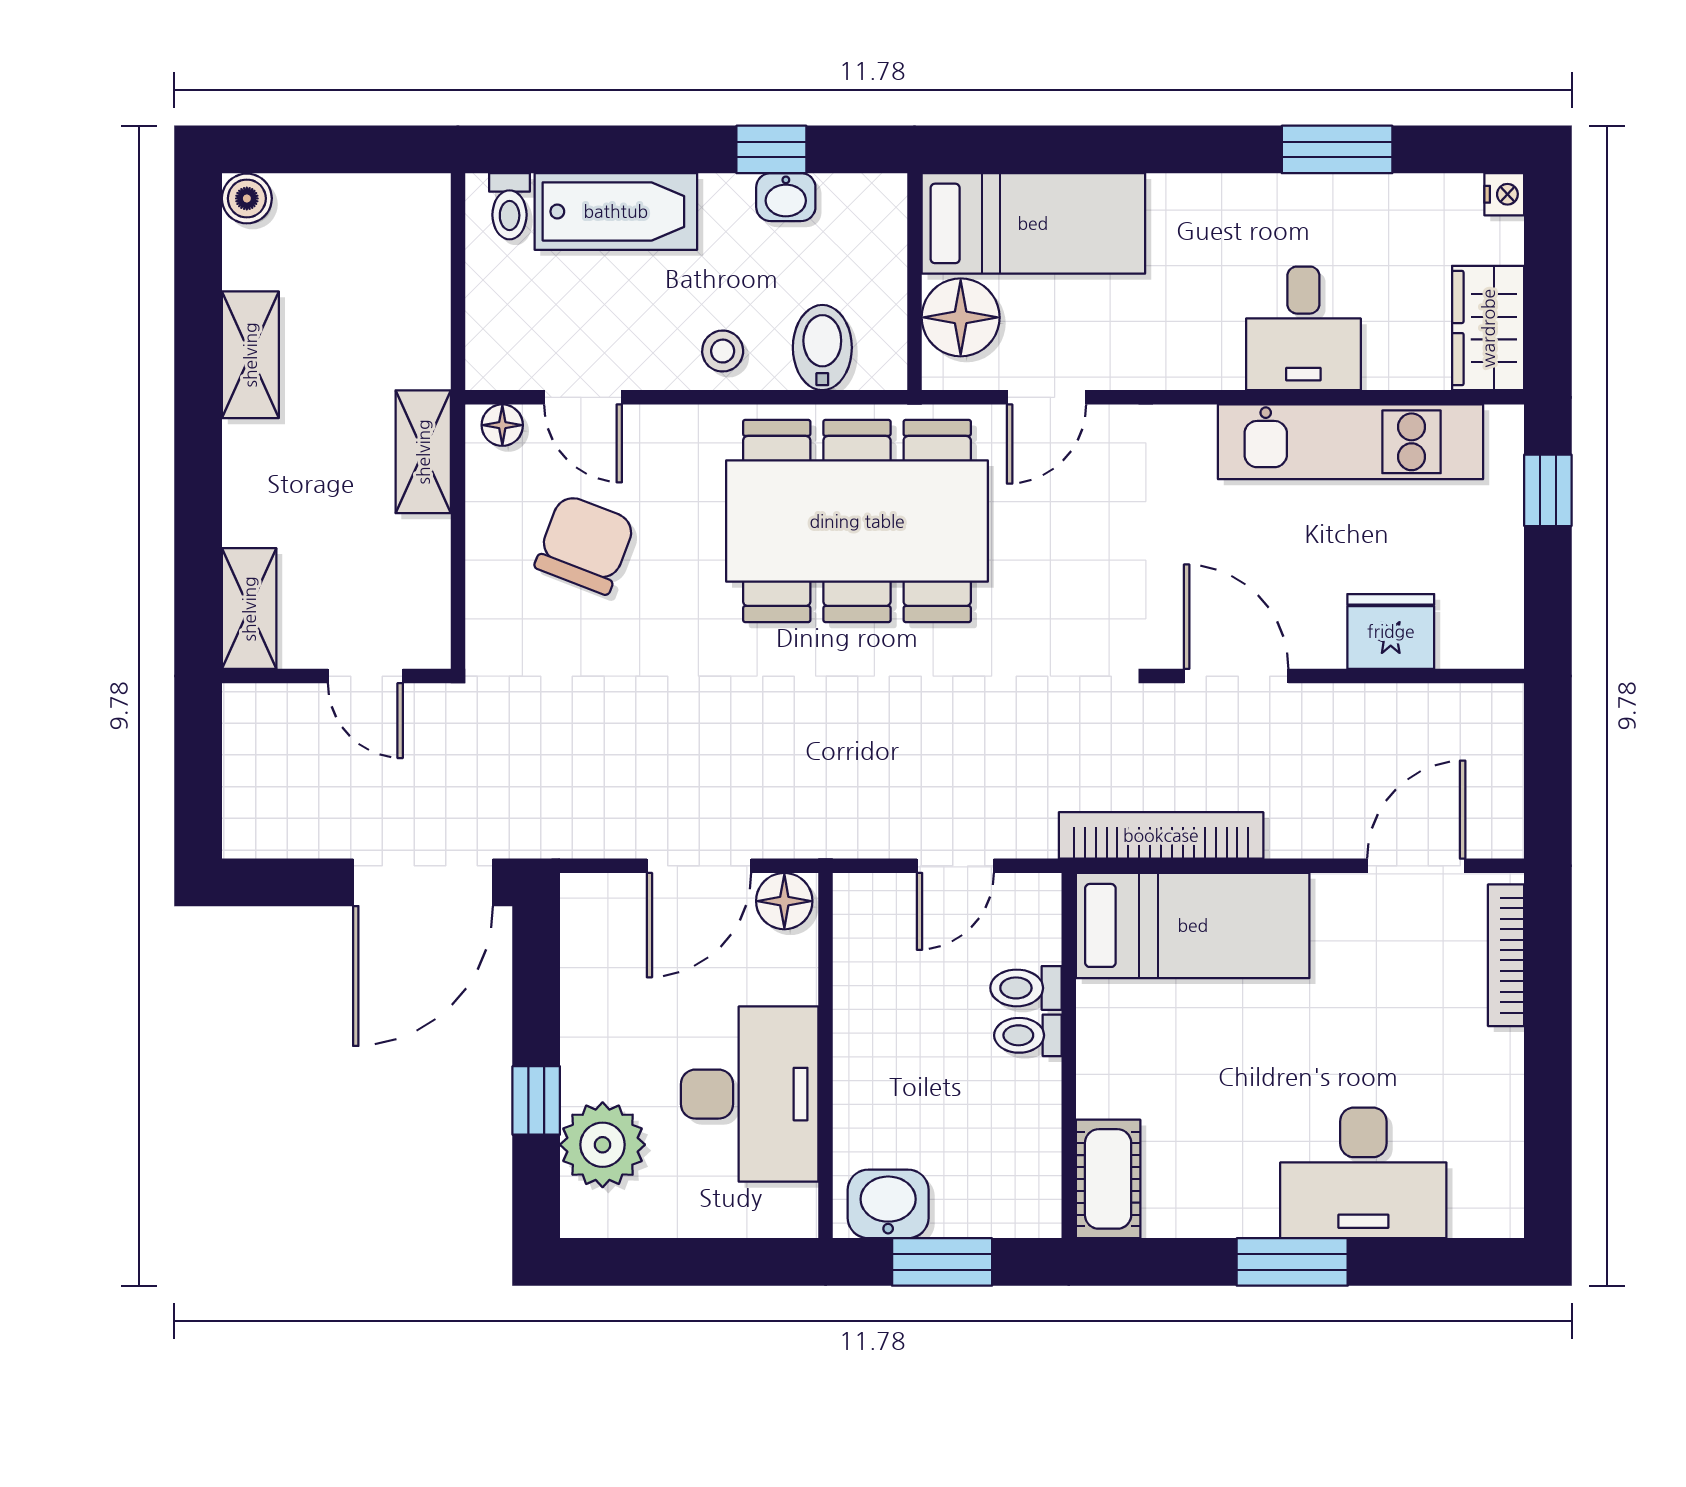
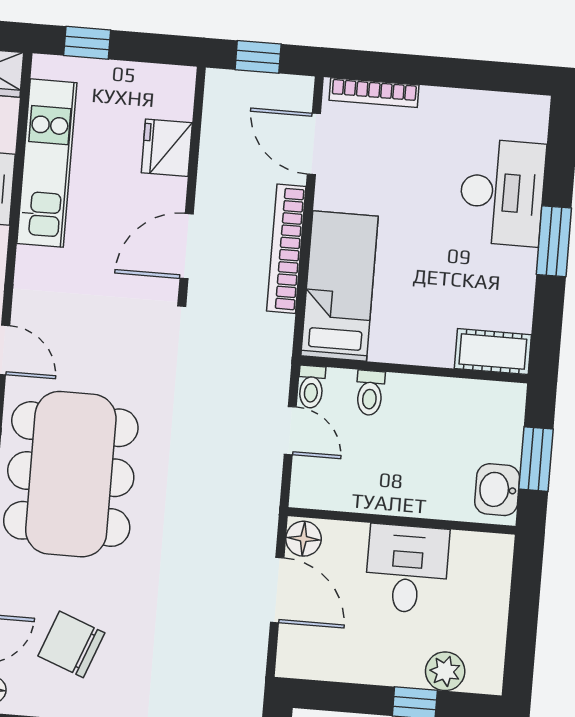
window: (1548, 765) -> (258, 57), added
bookcase: (1161, 835) -> (286, 249), moved
toilet: (1028, 1035) -> (311, 387), moved
desk: (750, 1094) -> (407, 569), width x0.73
plant: (603, 1145) -> (445, 671), width x0.73, depth x0.73

